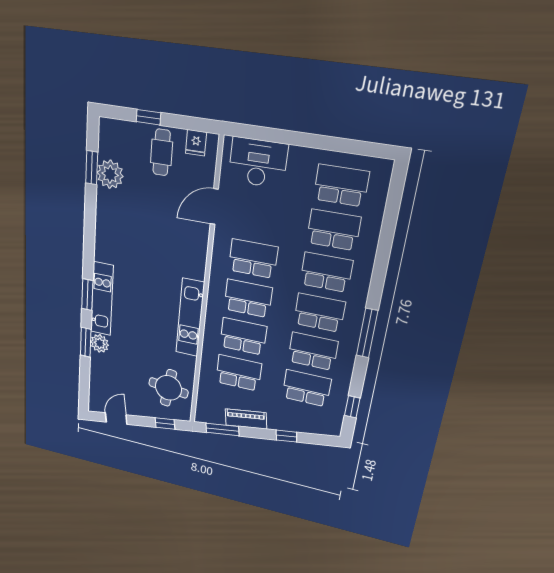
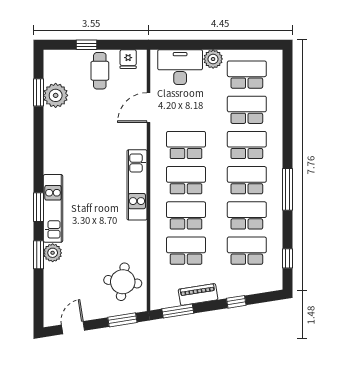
plant: (301, 158) -> (213, 59), added
kitchen unit: (190, 318) -> (137, 185), moved
window: (165, 424) -> (122, 320), width x1.50

